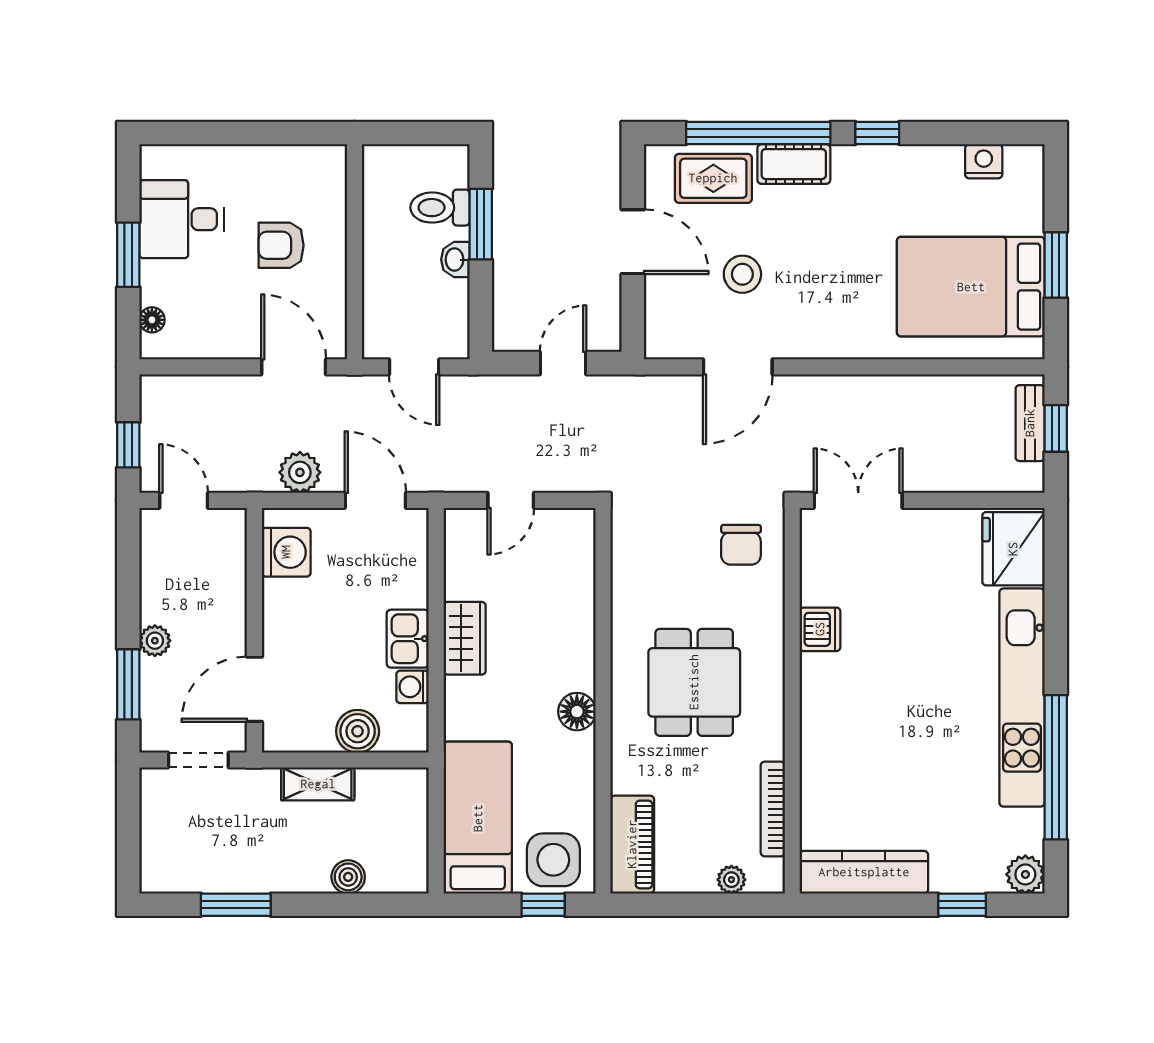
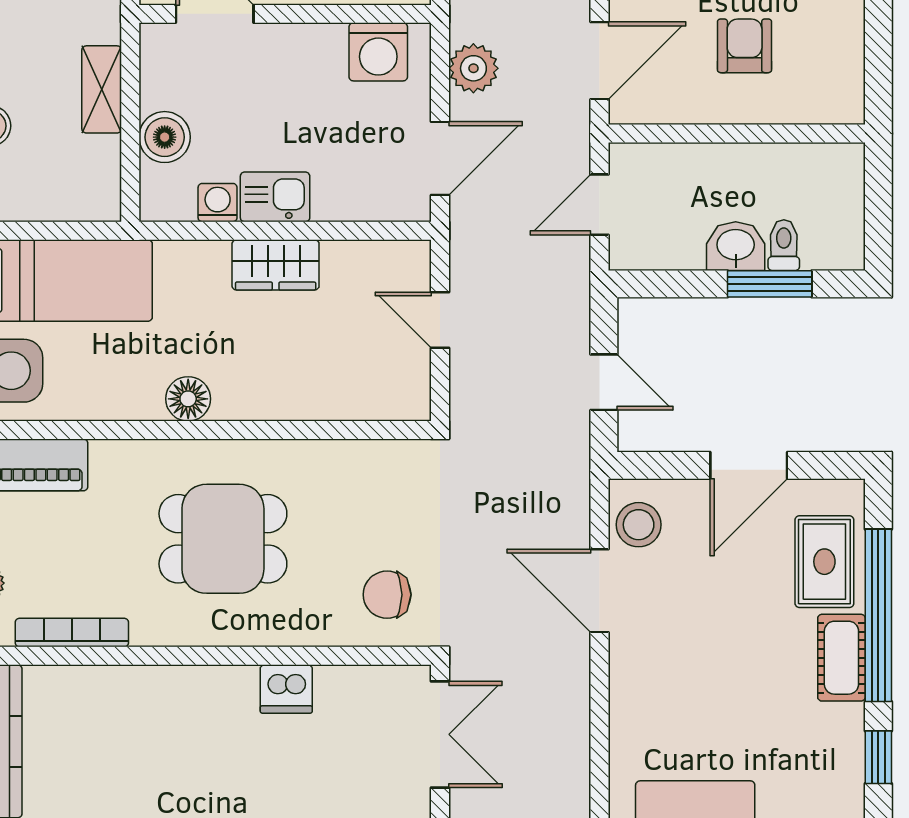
toilet: (440, 208) -> (784, 245), width x0.73, depth x0.72
washbasin: (455, 260) -> (736, 246), width x1.38, depth x1.45
stool: (742, 274) -> (639, 525), moved

